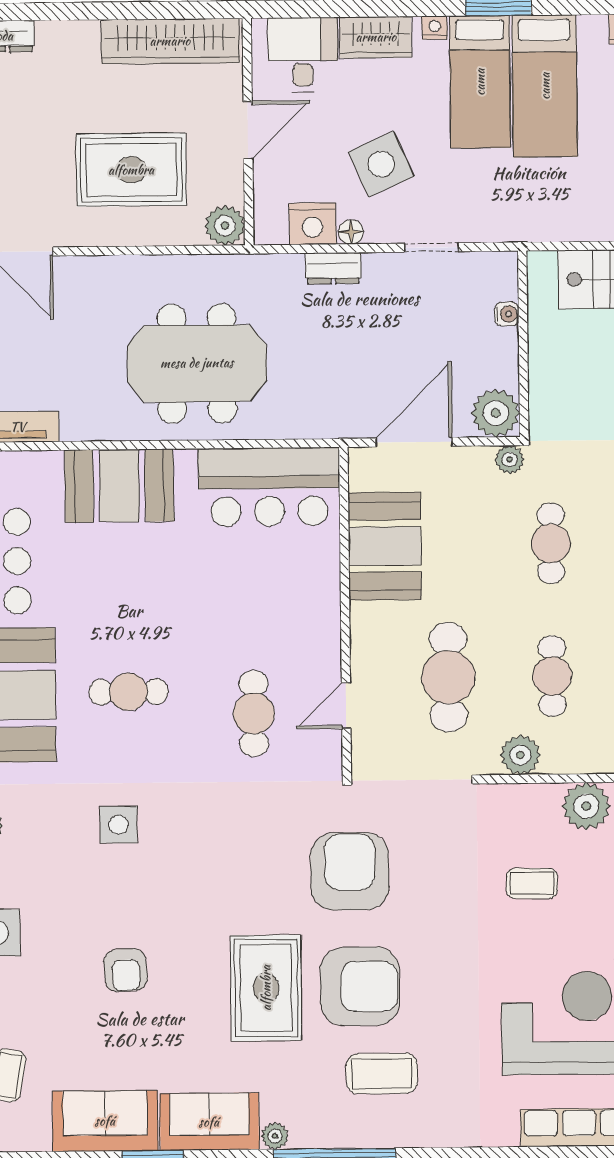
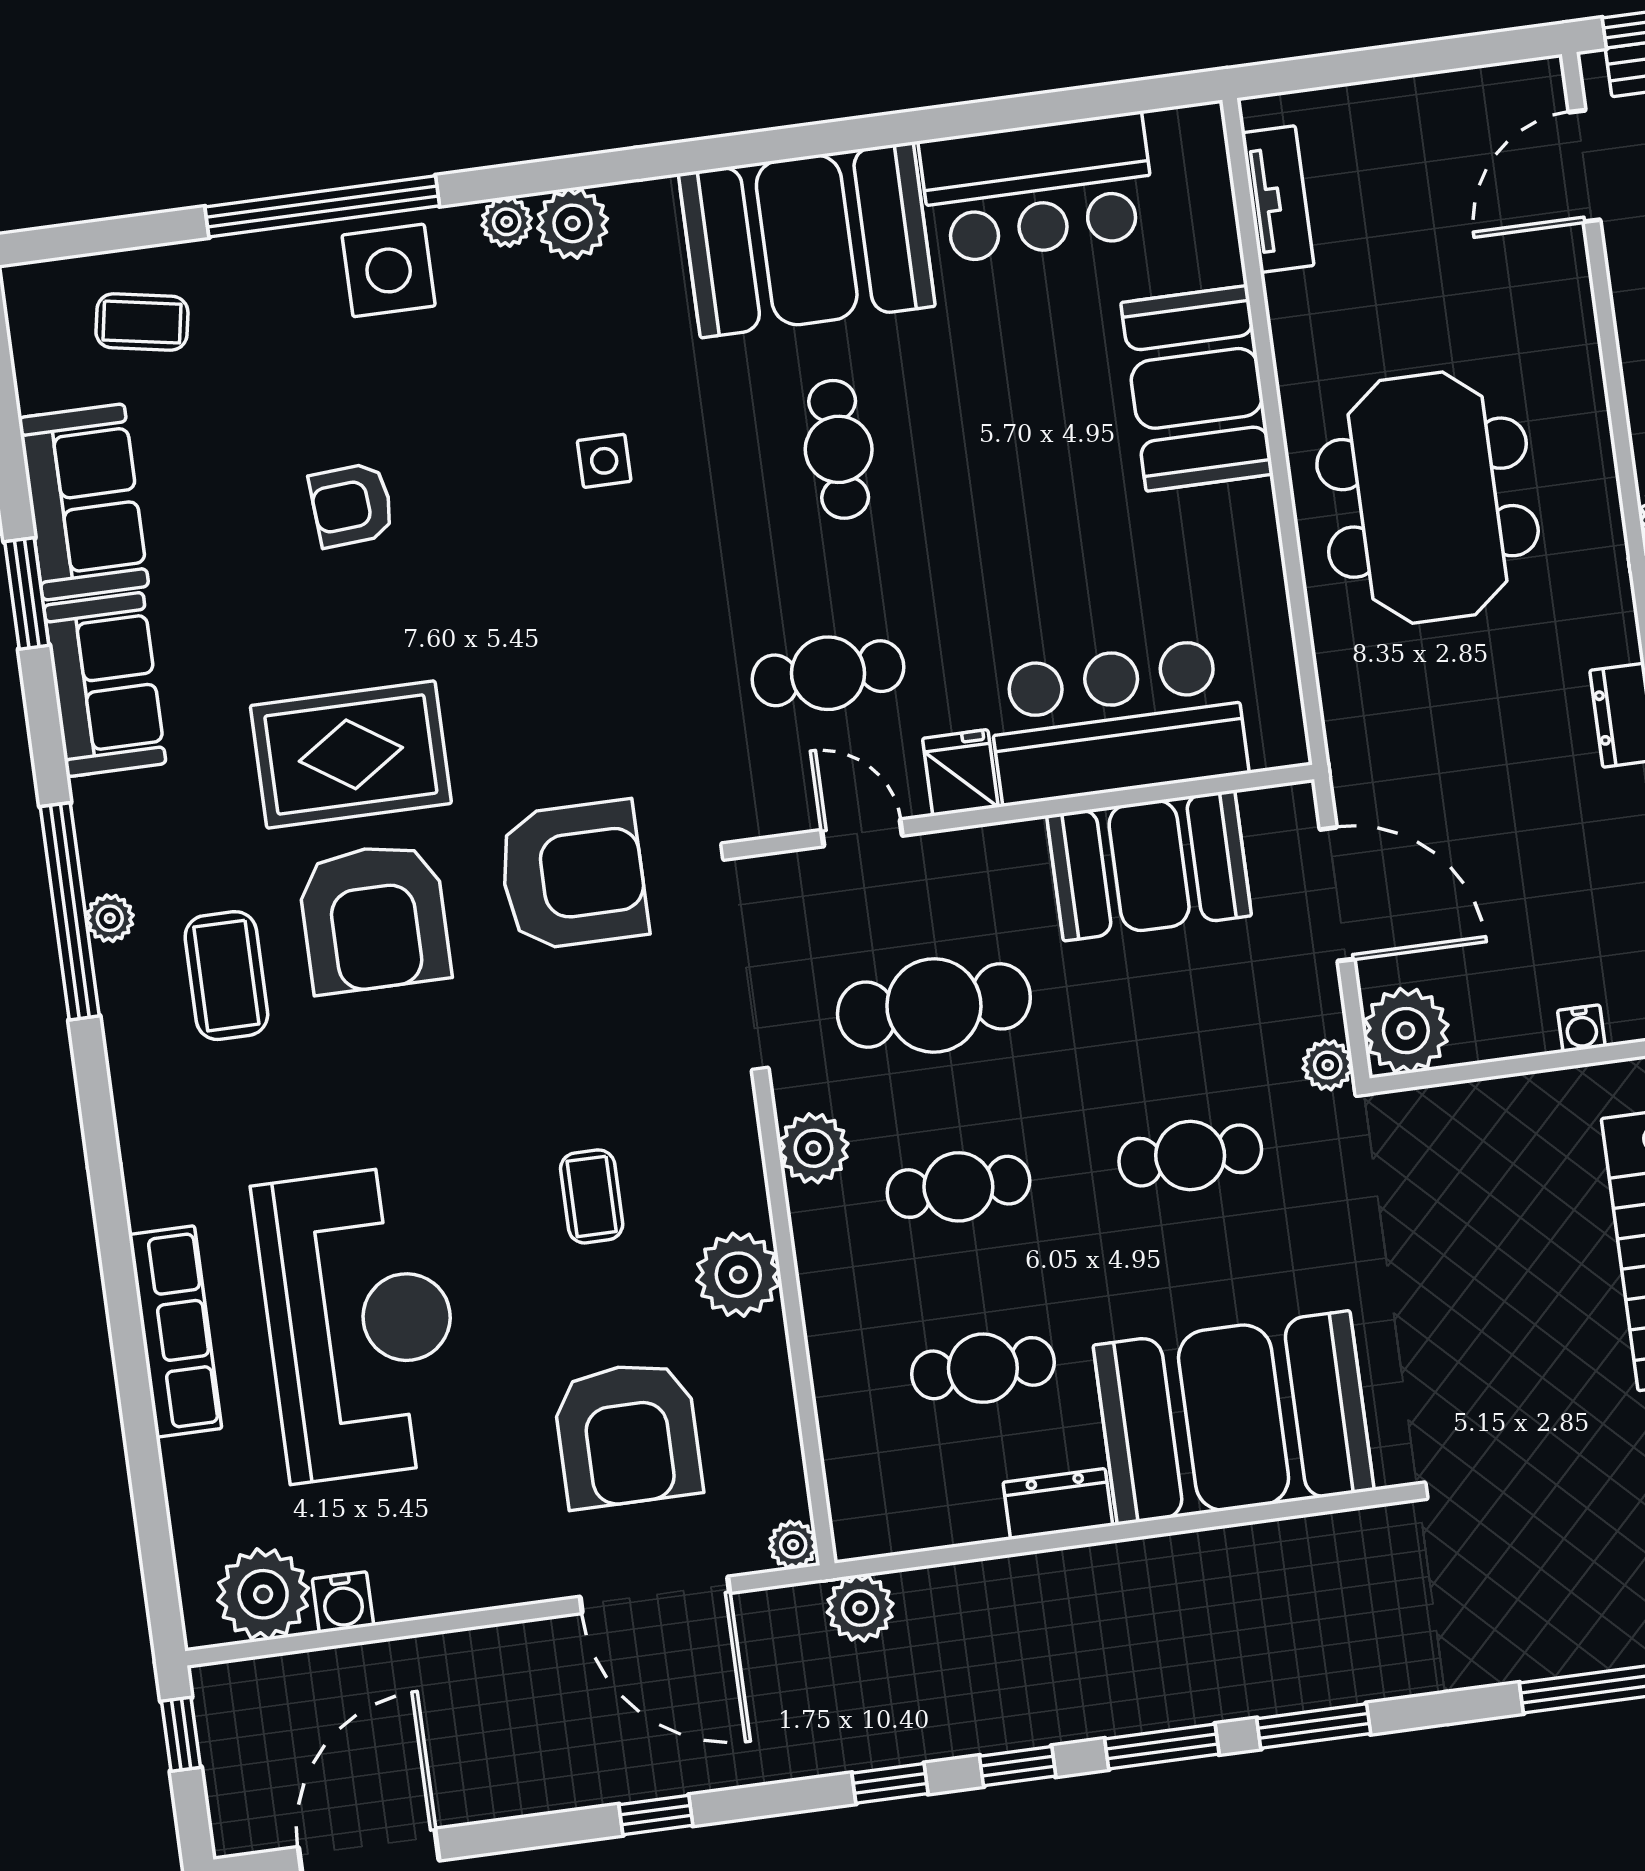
bar counter: (269, 487) -> (1117, 721), moved, turned 90
fridge: (319, 646) -> (960, 773), added
side table: (118, 825) -> (604, 461), width x0.73, depth x0.73
plant: (275, 1136) -> (110, 918), moved

